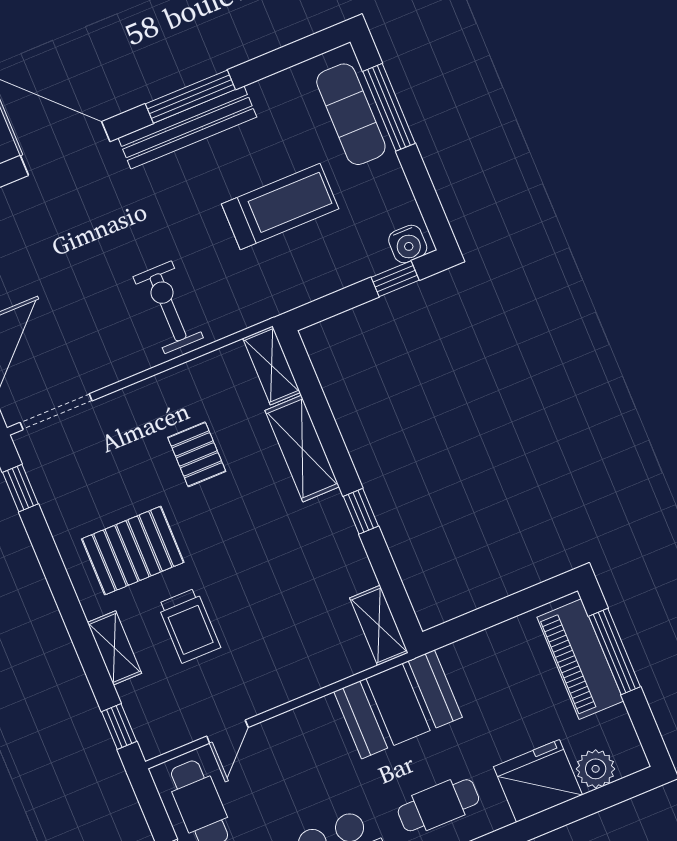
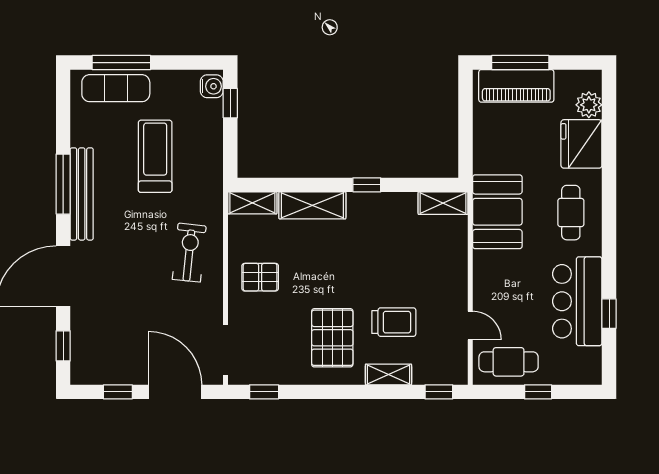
exercise bike: (168, 307) -> (189, 253), turned 96
pallet: (197, 454) -> (260, 277), moved

